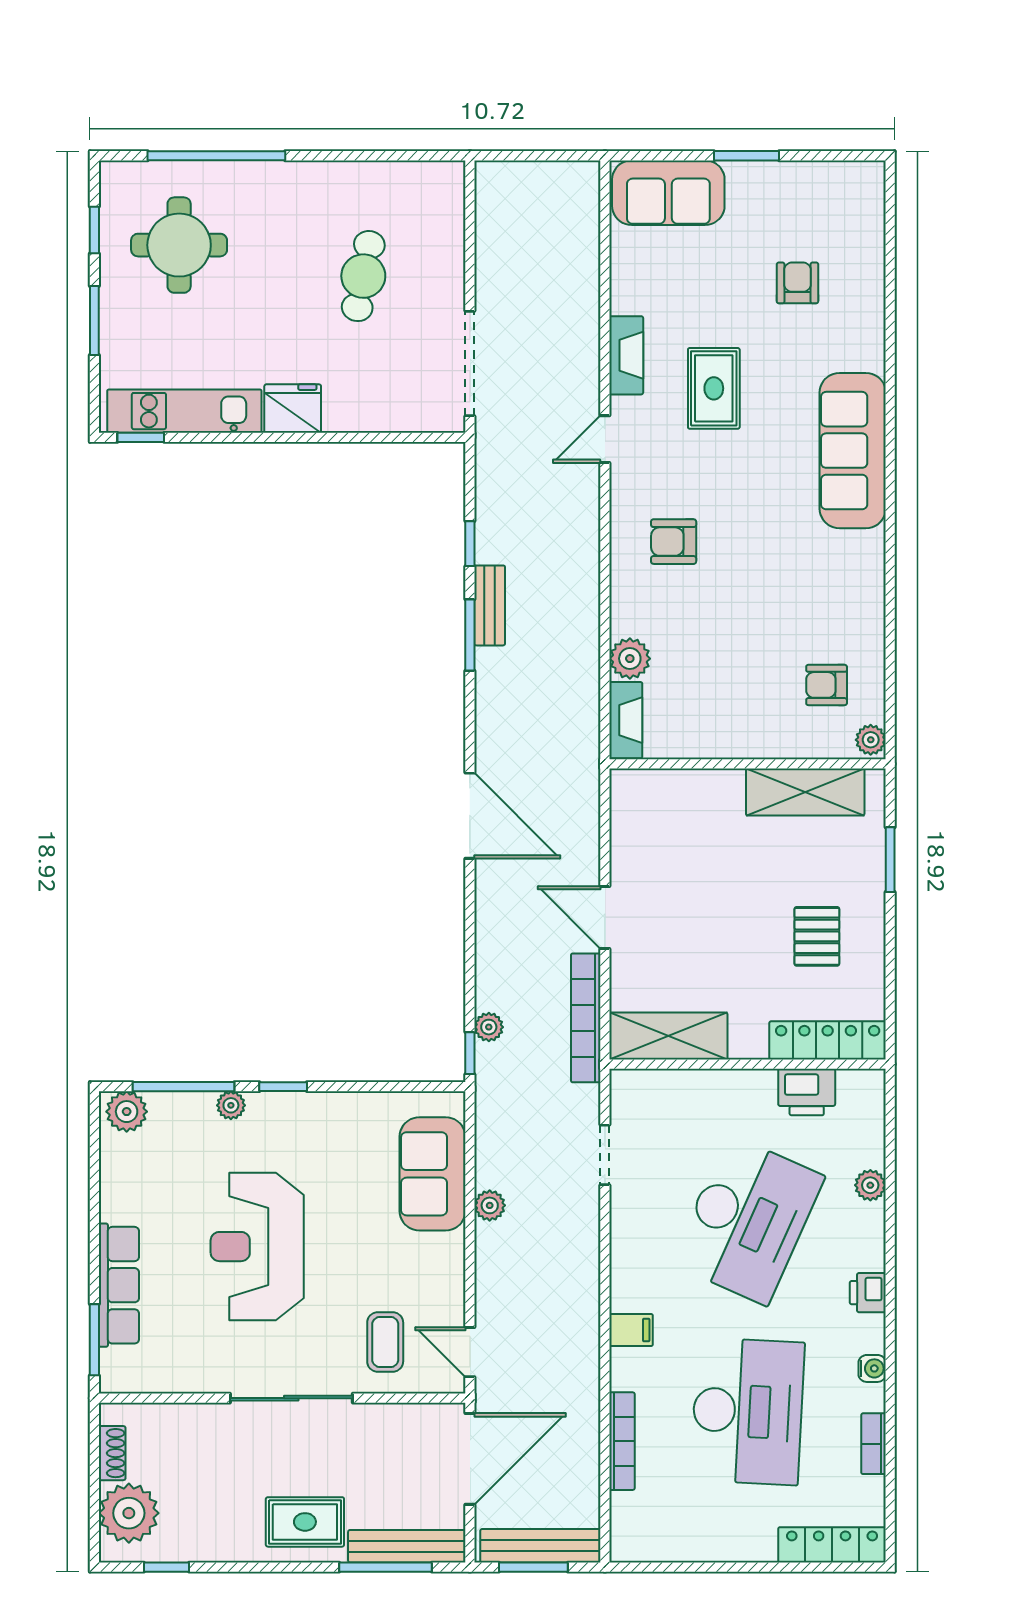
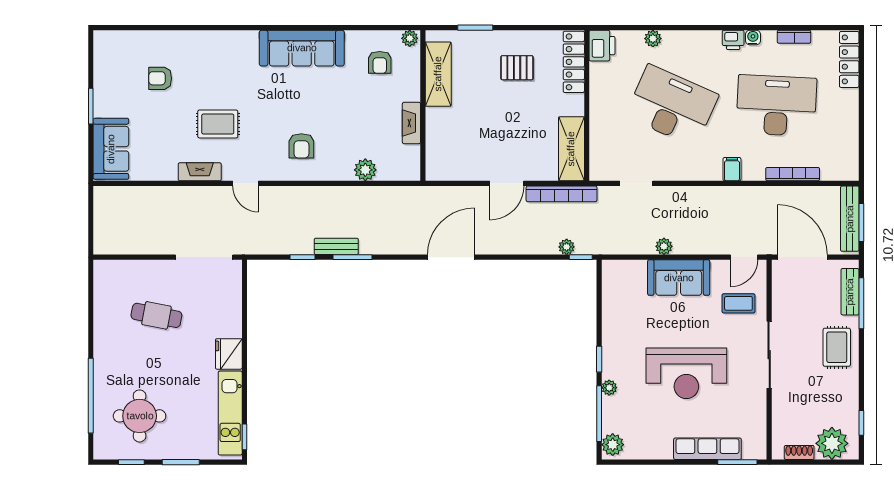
sofa: (853, 451) -> (302, 48), moved
fireplace: (626, 720) -> (411, 123), moved, turned -90
printer: (807, 1092) -> (602, 46), moved
sofa: (433, 1174) -> (679, 278), moved
printer: (868, 1293) -> (733, 40), moved
bench: (407, 1546) -> (850, 292), width x0.73

